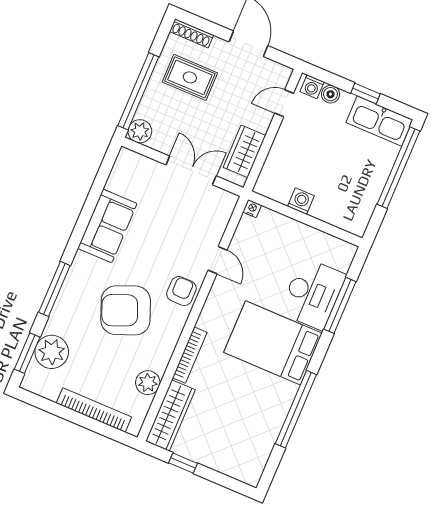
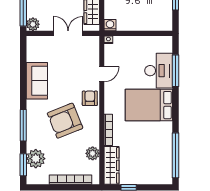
washing machine: (301, 201) -> (110, 25), moved
door: (218, 260) -> (102, 74), hinge flipped
window: (296, 409) -> (175, 155), moved

